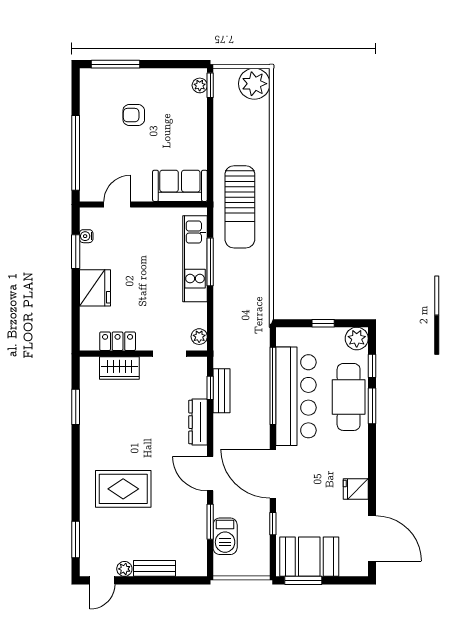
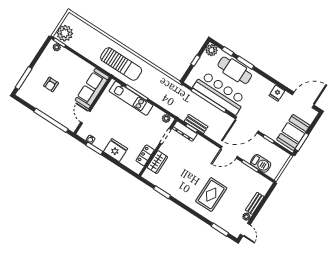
plant: (254, 84) -> (65, 33), moved
sofa: (180, 186) -> (92, 88), width x1.36
dresser: (198, 422) -> (185, 131), moved

